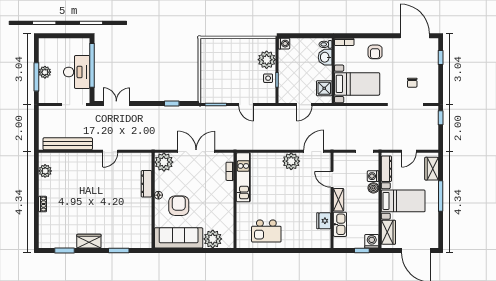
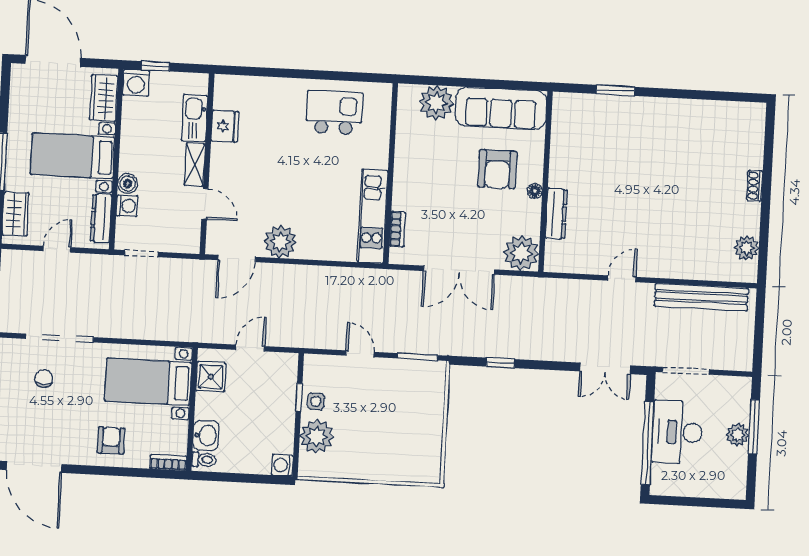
wardrobe: (89, 241) -> (671, 111), removed
window: (65, 250) -> (718, 96), removed

